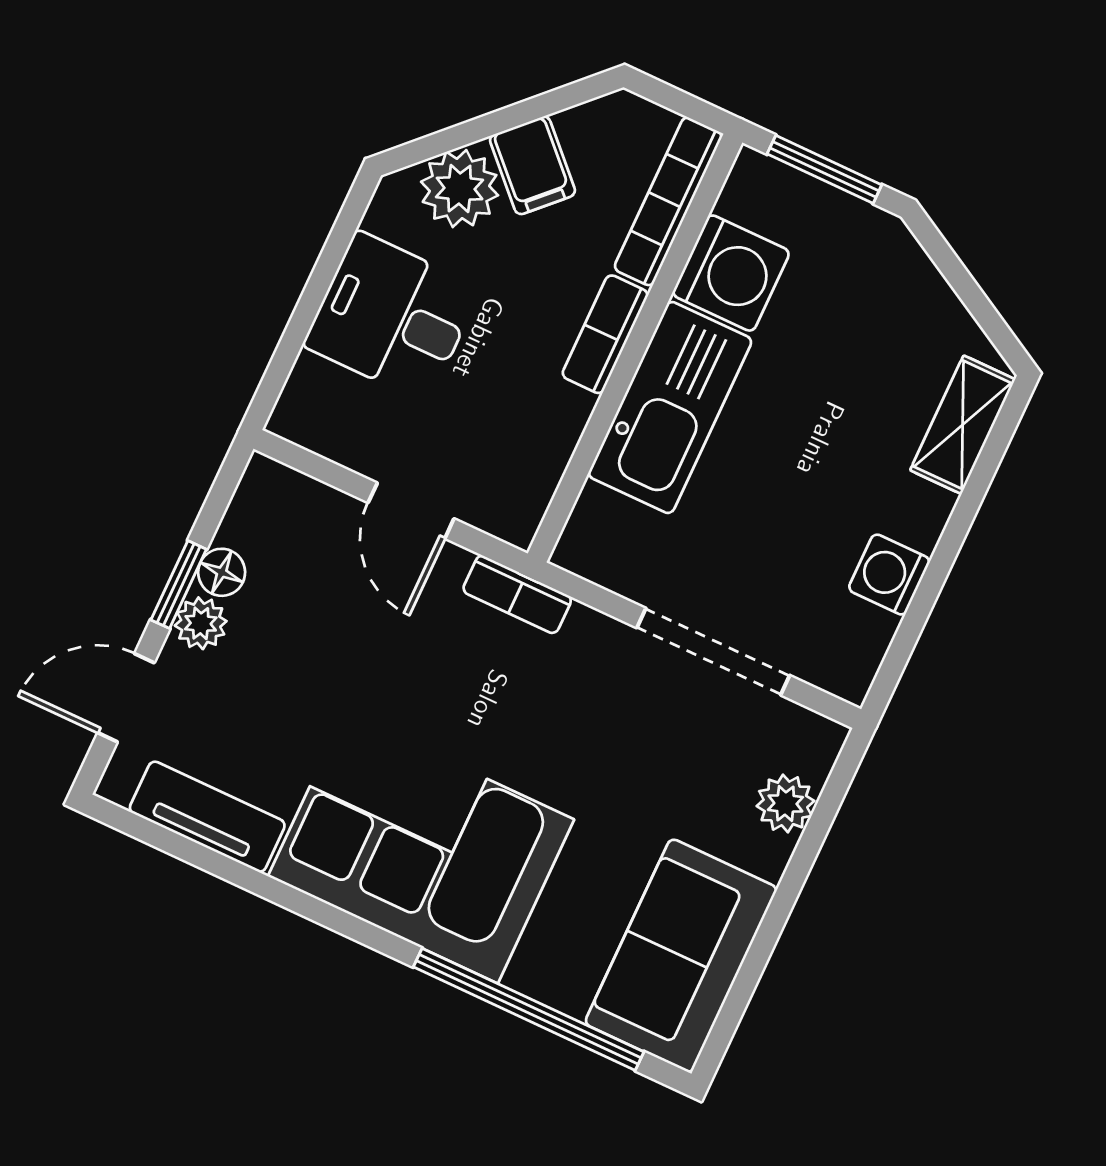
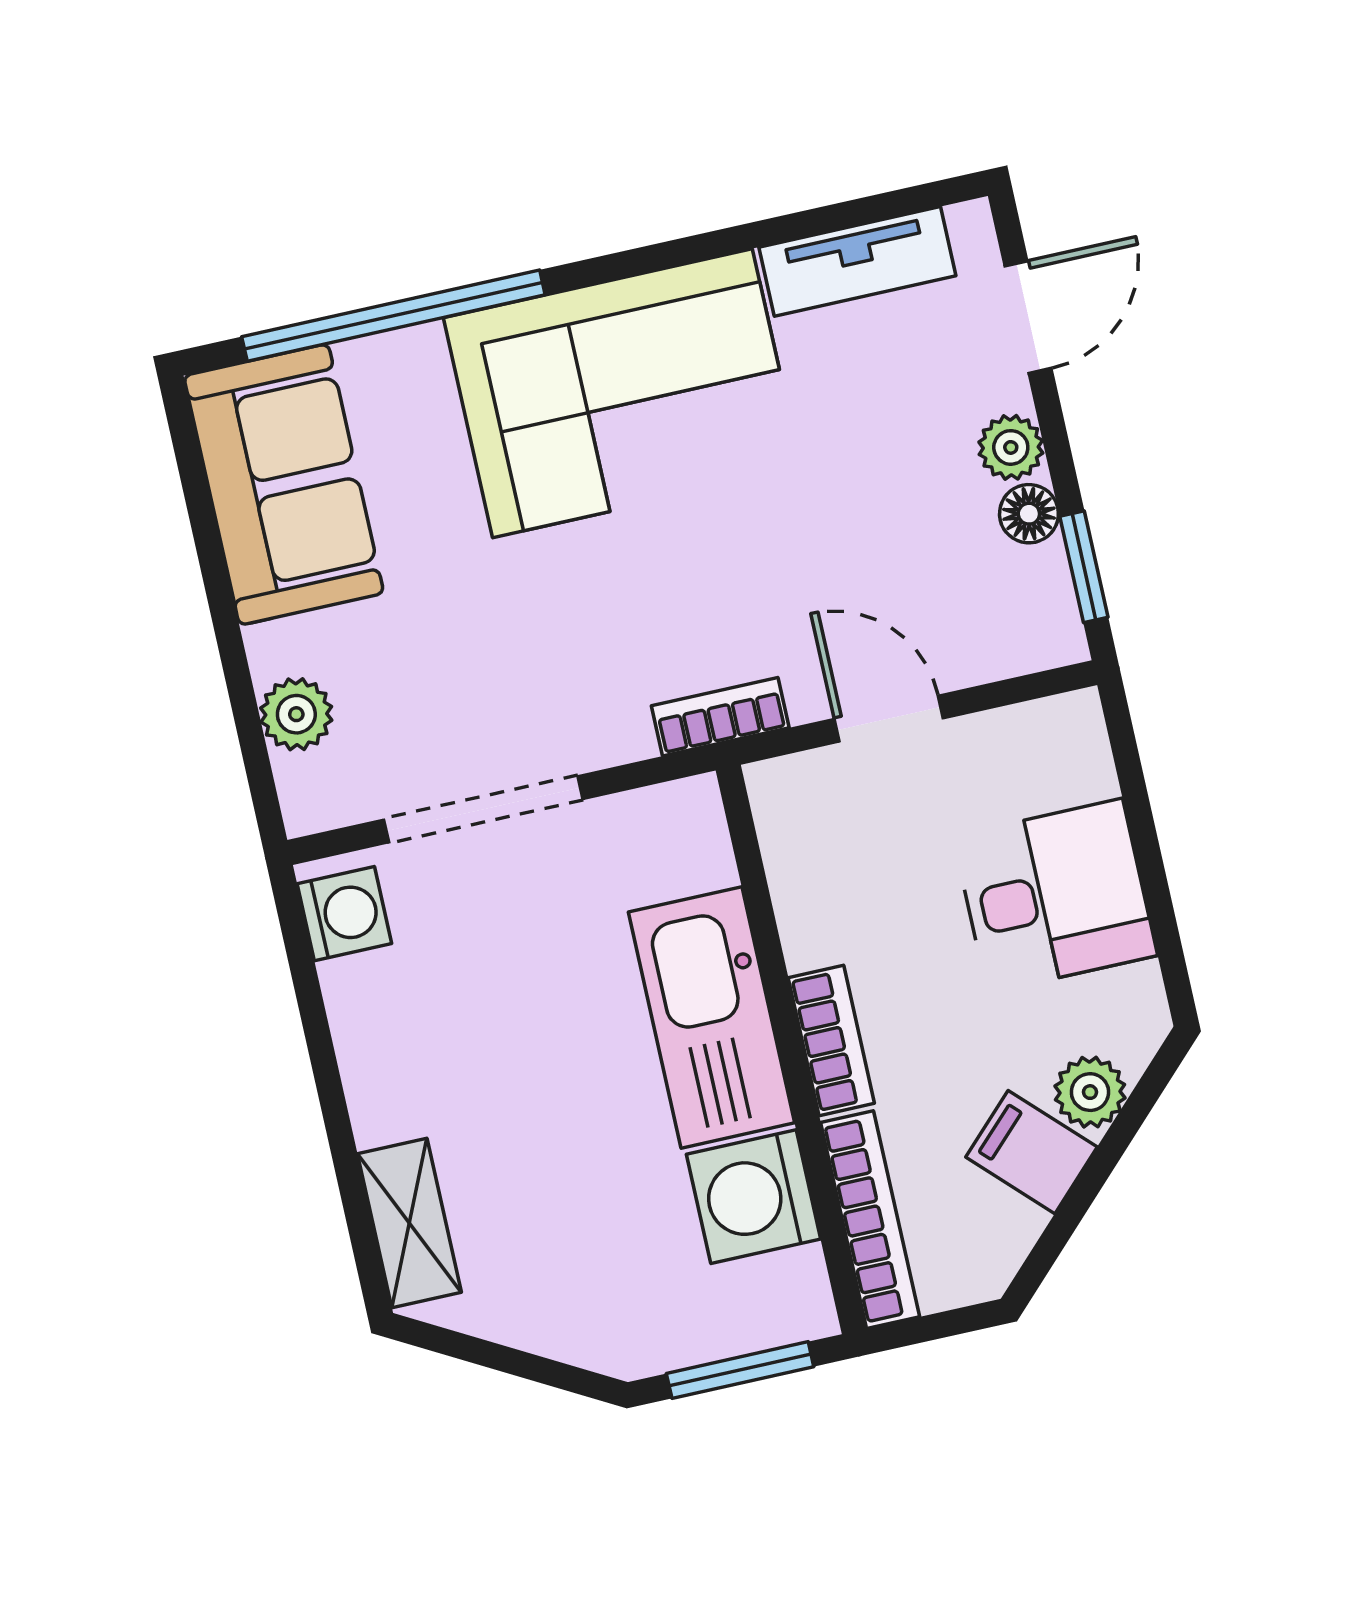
plant: (460, 189) -> (1090, 1092), width x0.73, depth x0.73
washing machine: (889, 575) -> (344, 914), moved
window: (179, 585) -> (1084, 567), moved

